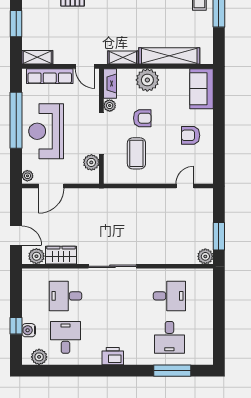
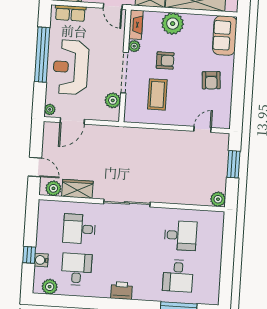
row of seats: (50, 76) -> (70, 13), width x0.68
armchair: (191, 135) -> (211, 80), turned -94
window: (219, 236) -> (234, 164), moved

